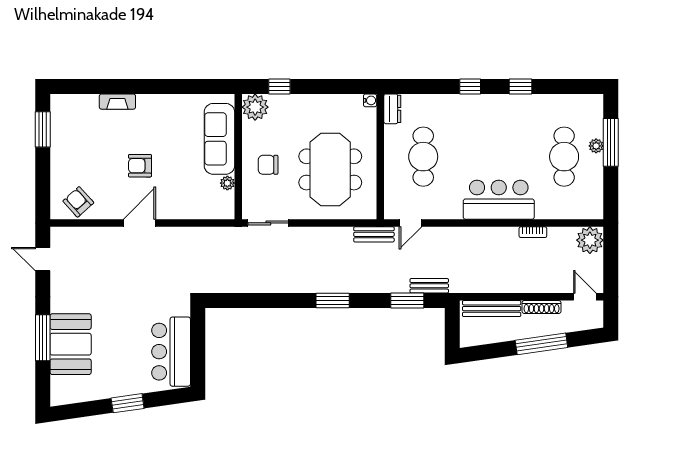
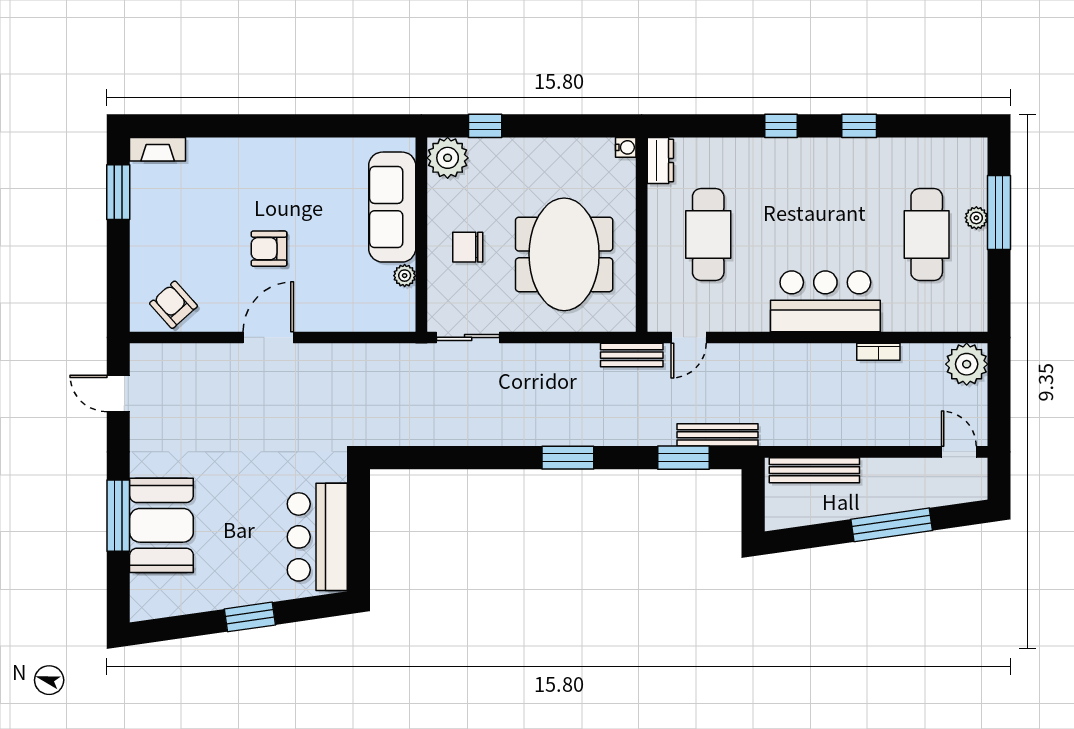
fireplace: (117, 102) -> (158, 149), moved
bench: (429, 286) -> (718, 435), width x1.36
shoe rack: (542, 307) -> (892, 468), removed

